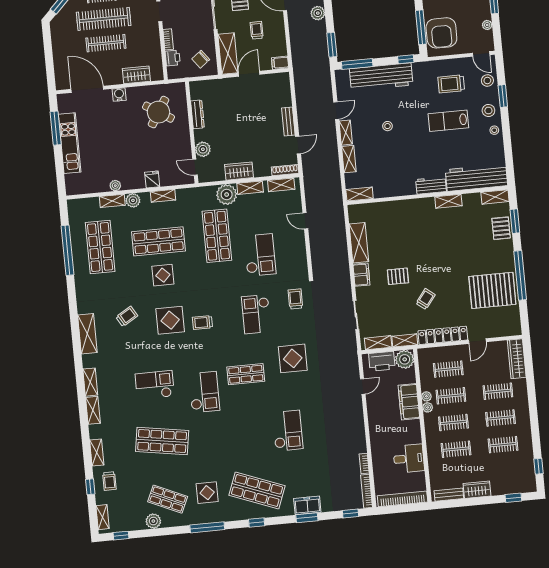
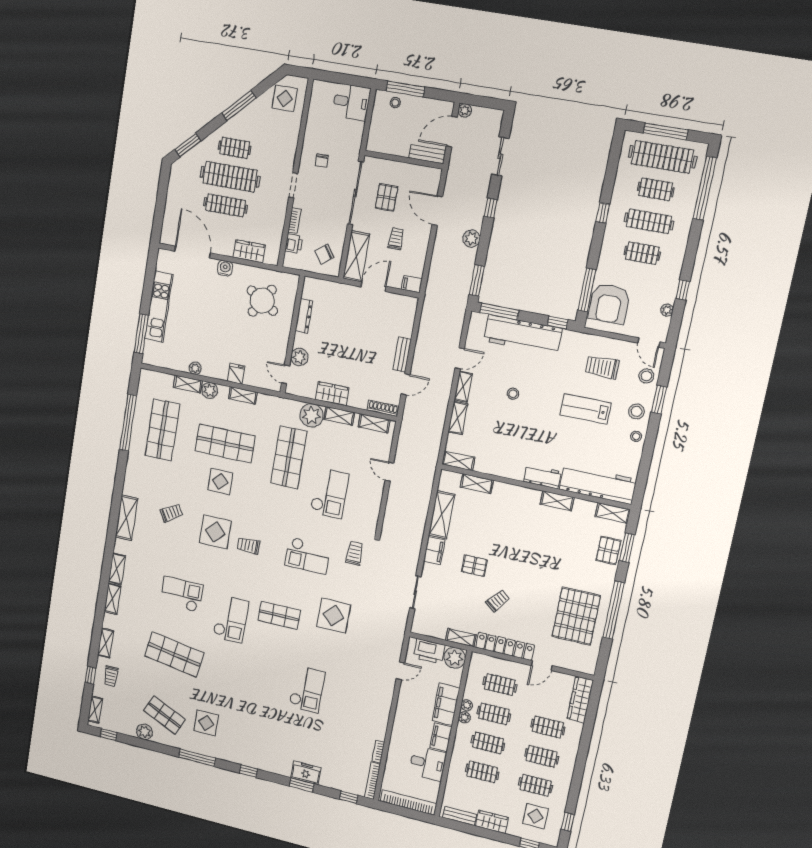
window: (56, 128) -> (141, 334), moved
pallet: (492, 290) -> (576, 616), turned 90
checkout: (256, 314) -> (308, 556), turned -90
shelving: (378, 343) -> (477, 484), moved
filing cabinet: (413, 432) -> (441, 737), added
display table: (511, 471) -> (535, 816), added
shop shelf: (257, 490) -> (258, 739), removed

